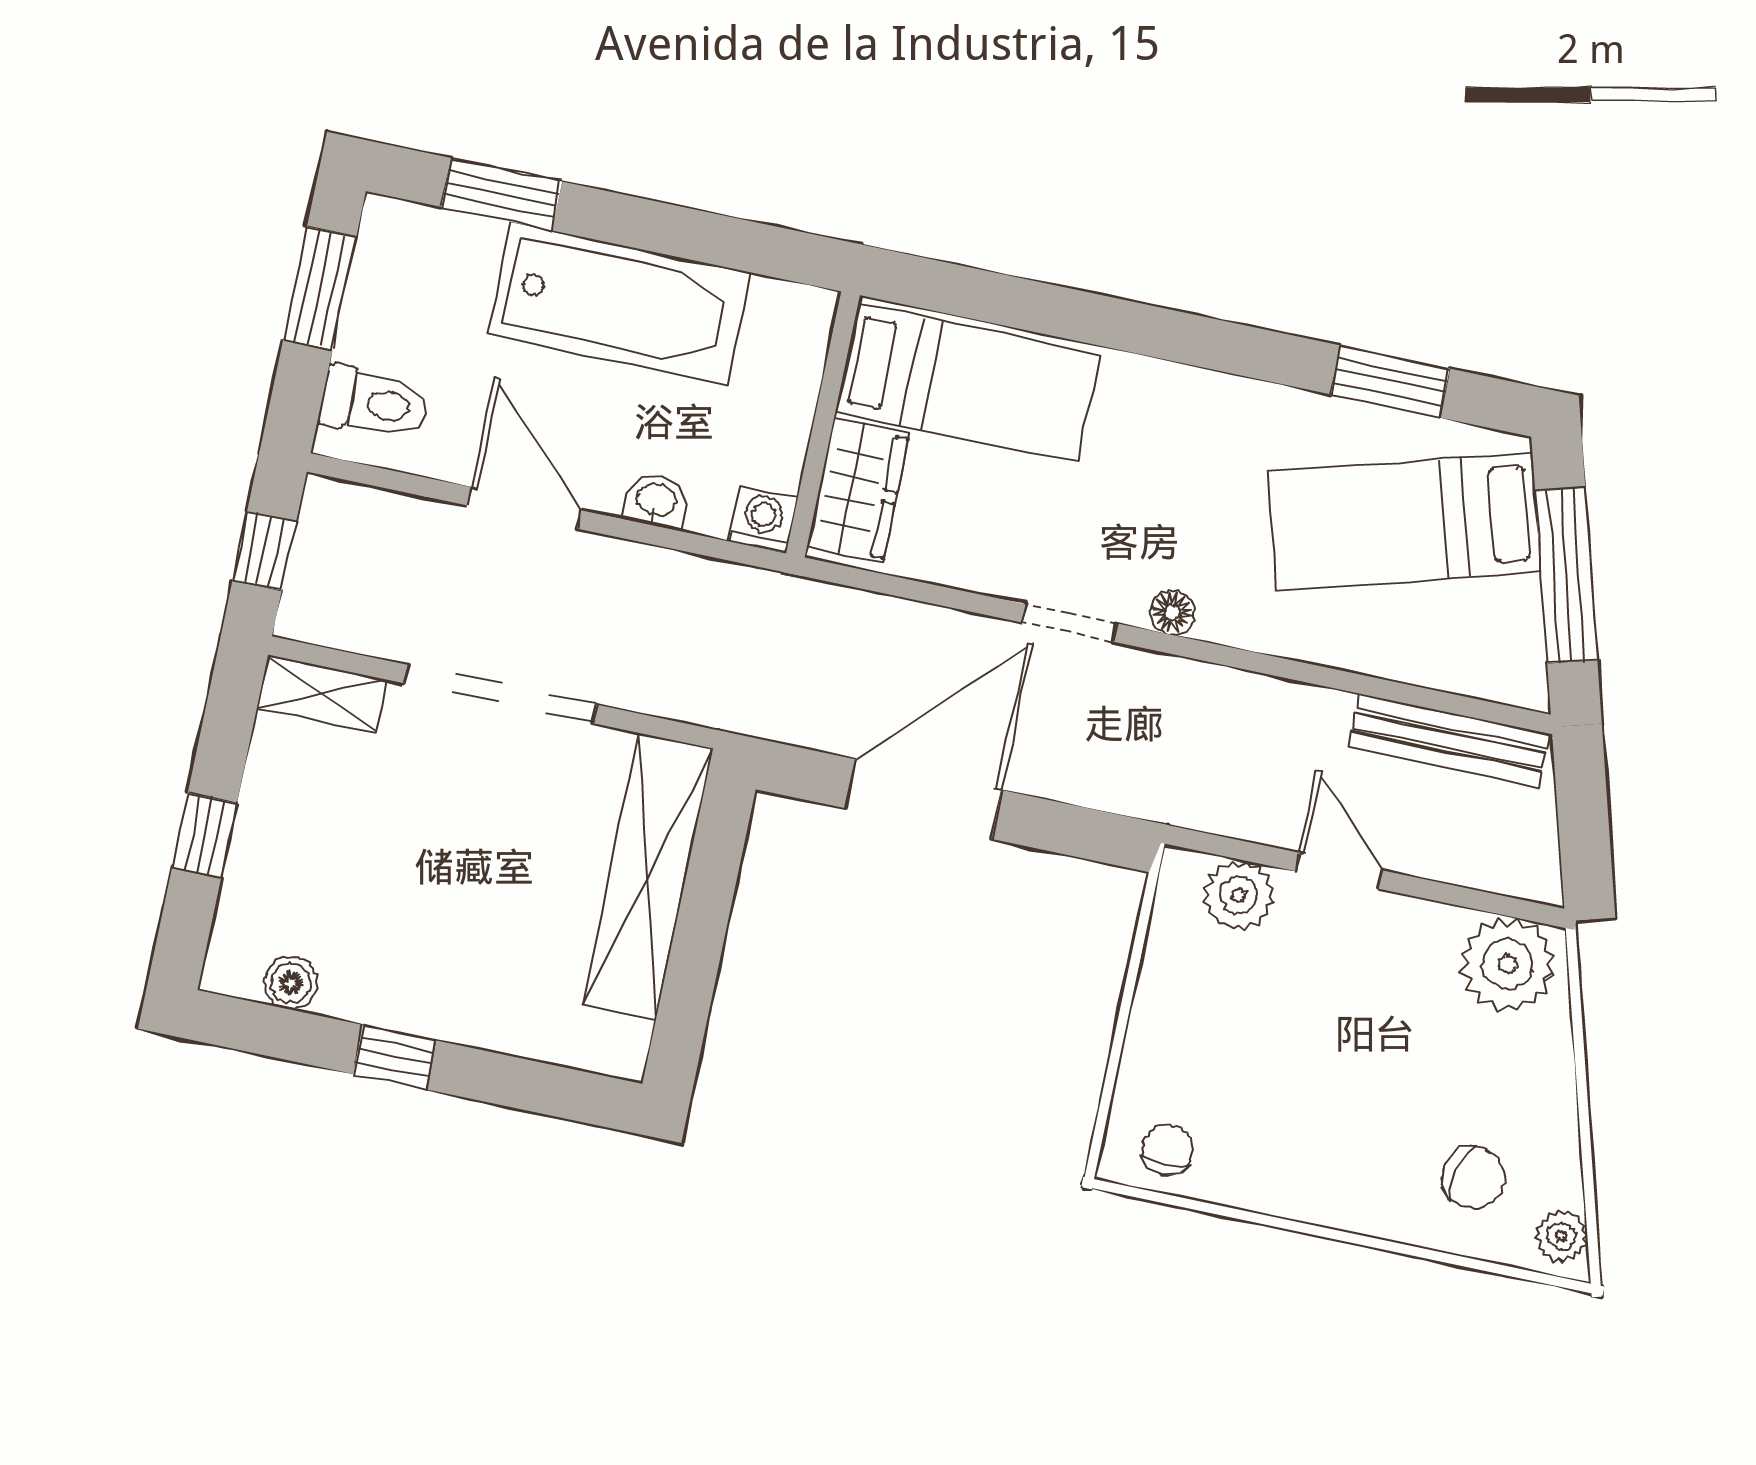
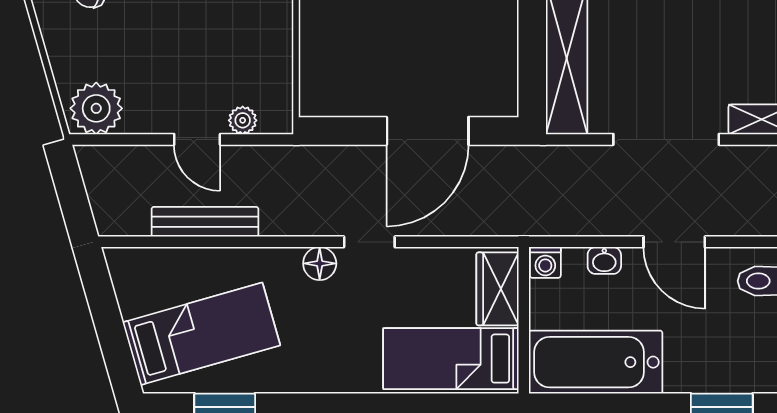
bathtub: (619, 303) -> (596, 362), moved
window: (1566, 576) -> (109, 323), removed
floor lamp: (1173, 612) -> (320, 263), width x1.37, depth x1.37
bench: (1449, 740) -> (205, 222), moved
plant: (1239, 895) -> (243, 120), width x0.73, depth x0.73

